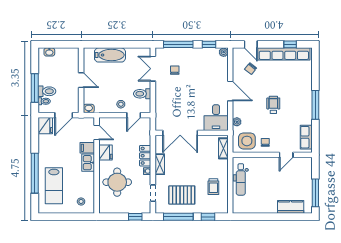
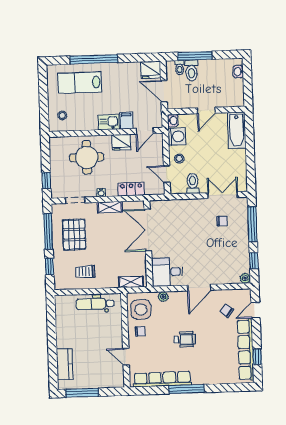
bathtub: (110, 55) -> (237, 130), moved
washing machine: (102, 106) -> (177, 137), added
row of seats: (306, 137) -> (162, 379), width x2.02
locker: (145, 156) -> (131, 189), moved

